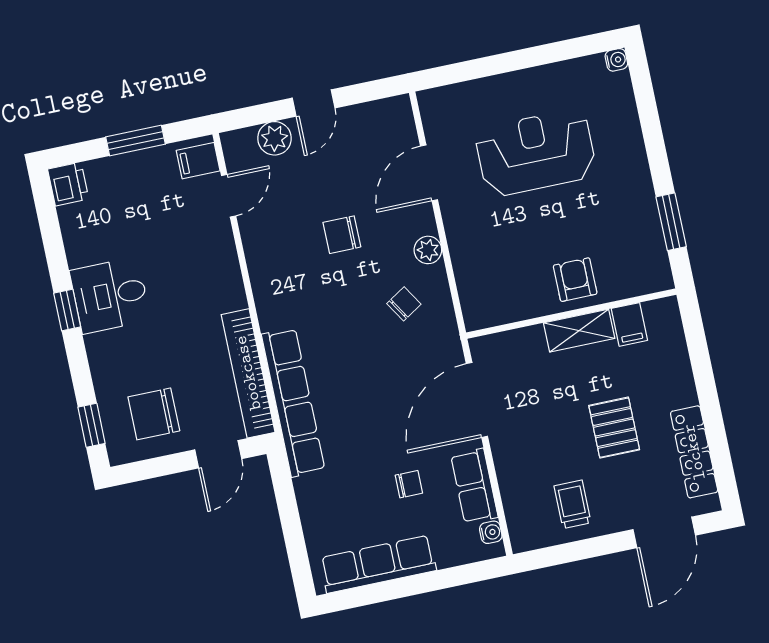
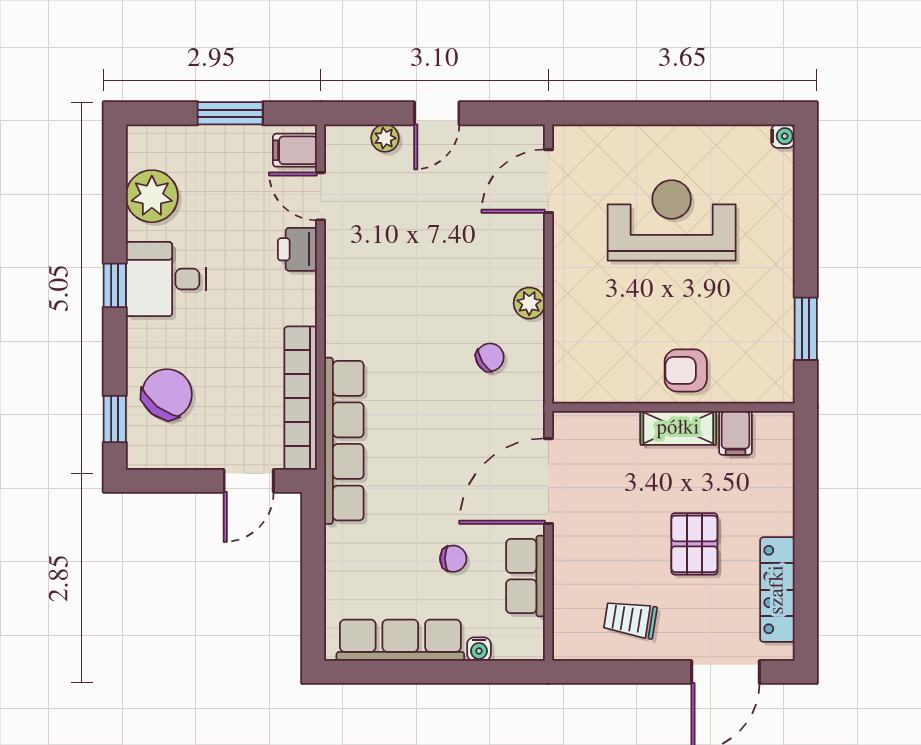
plant: (275, 138) -> (385, 138), width x0.73, depth x0.73
door: (429, 173) -> (548, 181), moved
printer: (68, 184) -> (297, 249), moved, turned 180
door: (229, 196) -> (321, 196), swing flipped
plant: (83, 226) -> (152, 196), added
chair: (342, 235) -> (437, 266), removed
armchair: (575, 280) -> (686, 370), turned -90
chair: (154, 414) -> (167, 394), moved, turned 128
trolley: (573, 504) -> (630, 619), turned -81
water cooler: (491, 532) -> (479, 649), moved, turned 90

